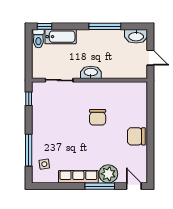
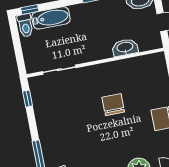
washbasin: (91, 72) -> (125, 47), moved
chair: (98, 117) -> (113, 105), turned 180

